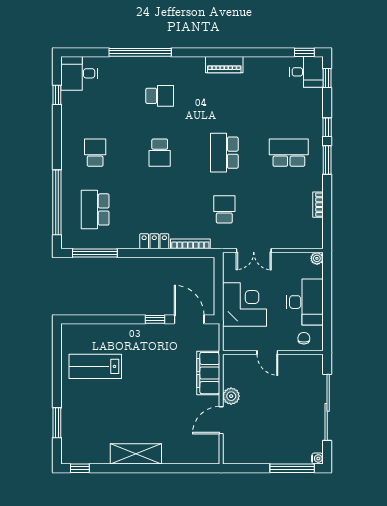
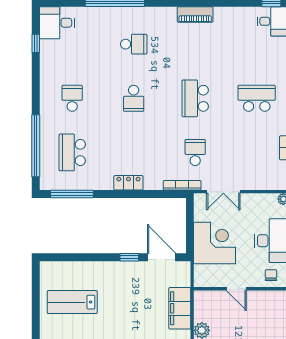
bookcase: (190, 244) -> (182, 185), moved

